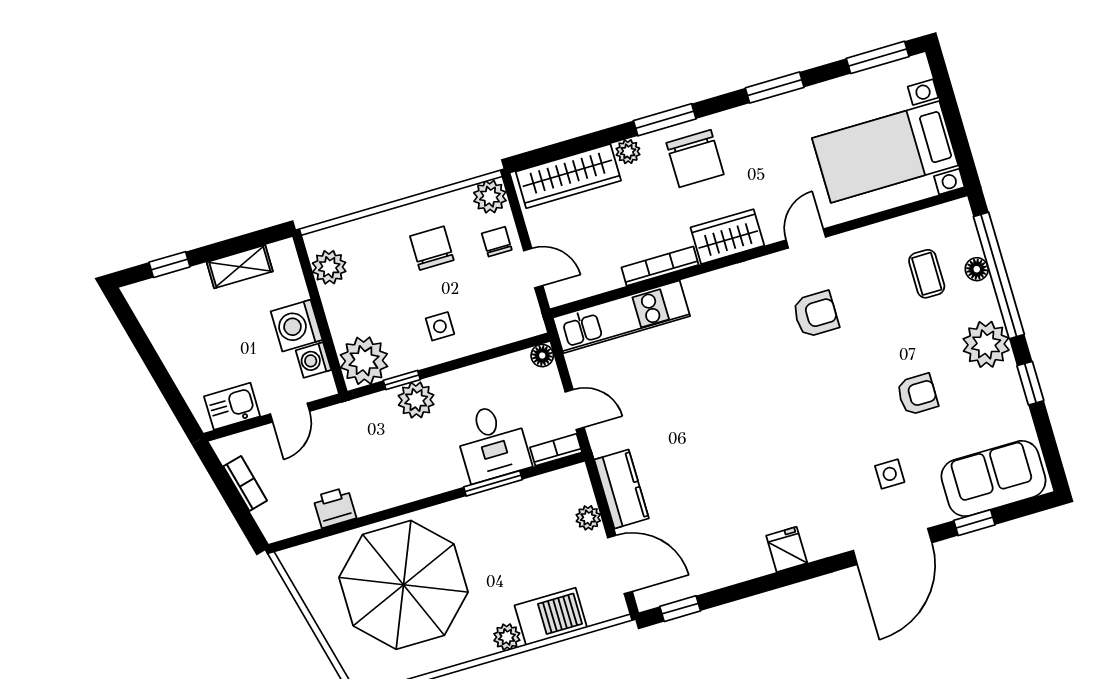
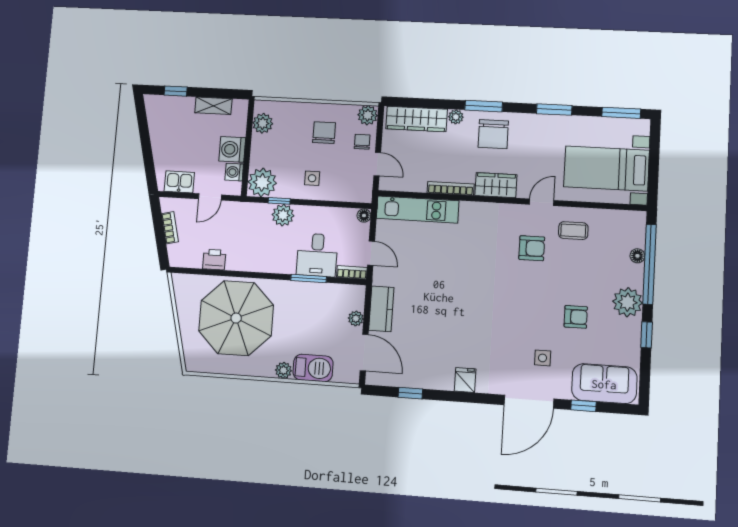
coffee table: (927, 274) -> (573, 231), moved, turned 90
window: (680, 609) -> (410, 393), moved

